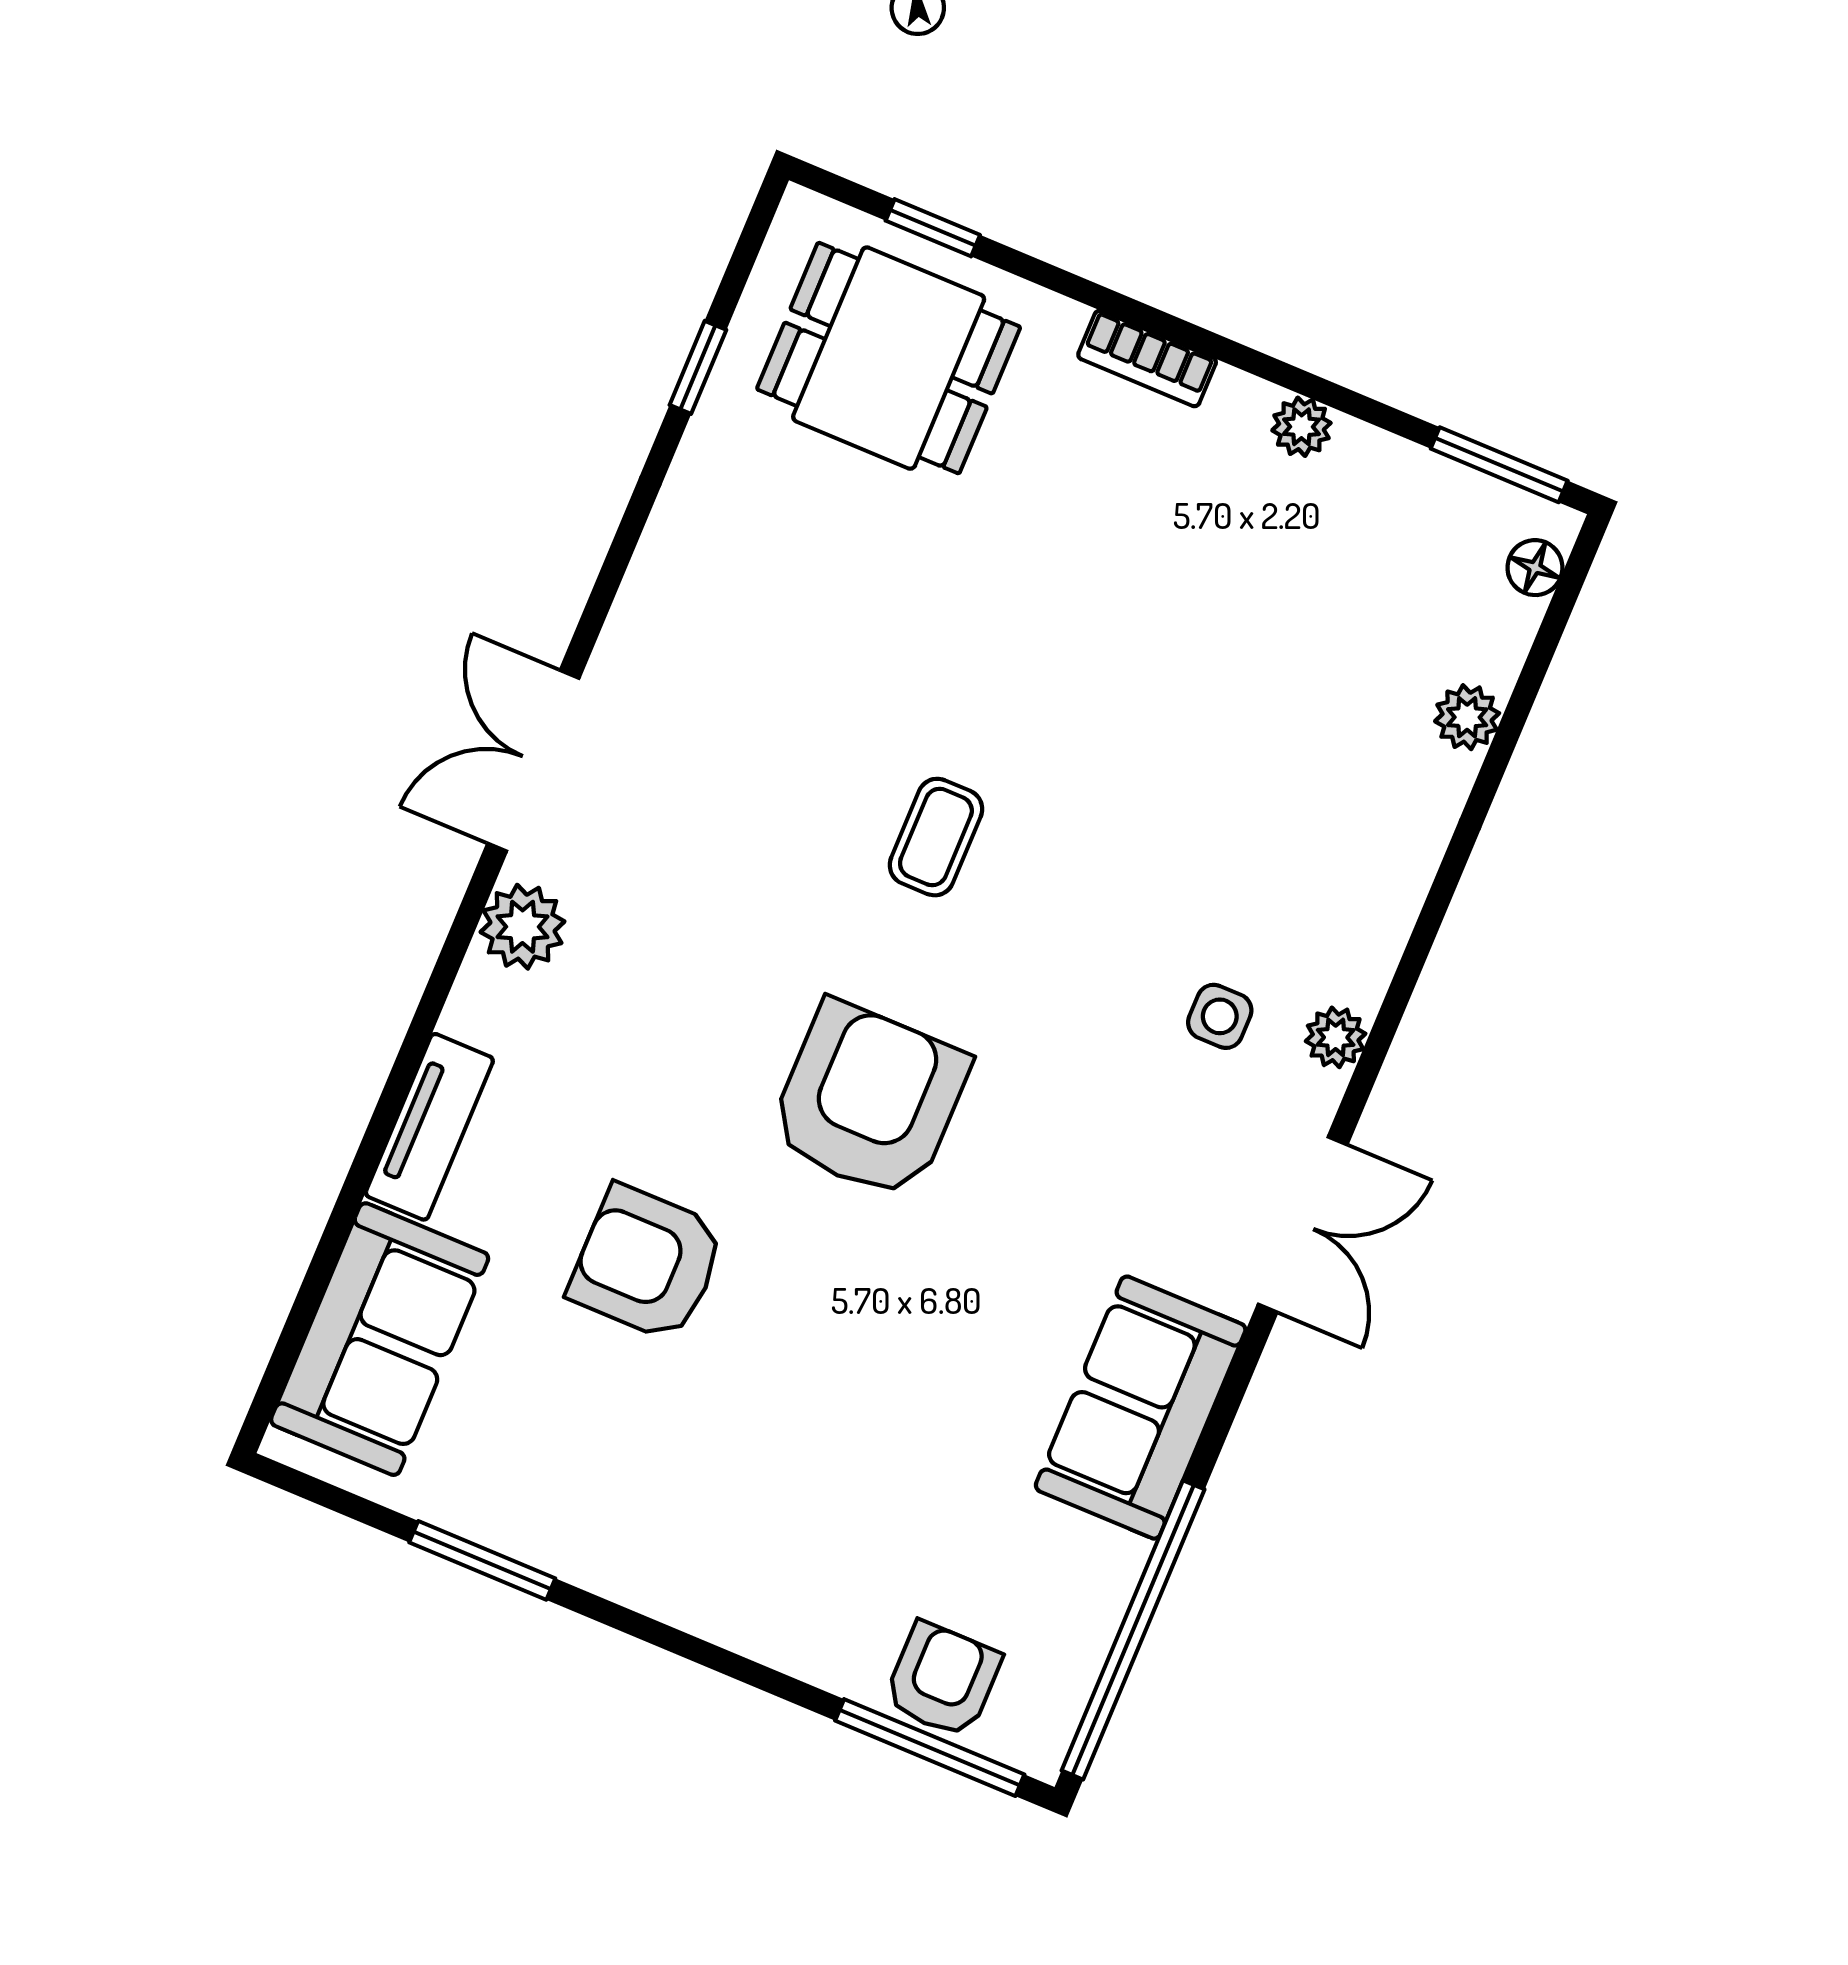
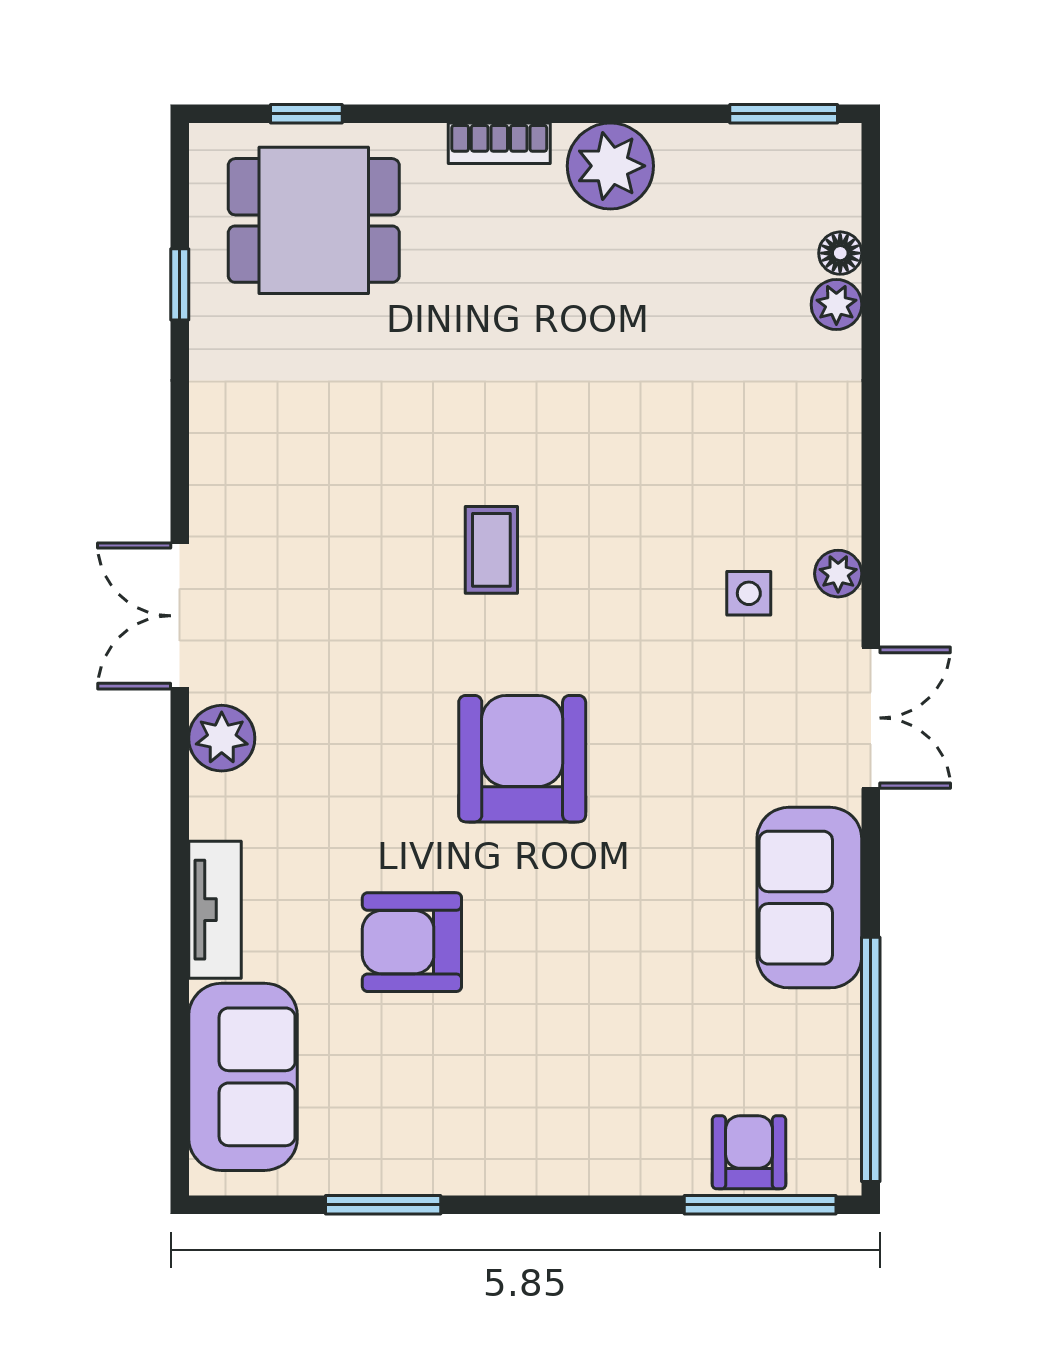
plant: (1301, 427) -> (610, 166), width x1.87, depth x1.87
floor lamp: (1535, 568) -> (840, 253), moved

